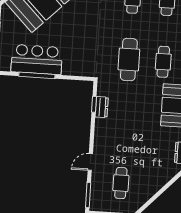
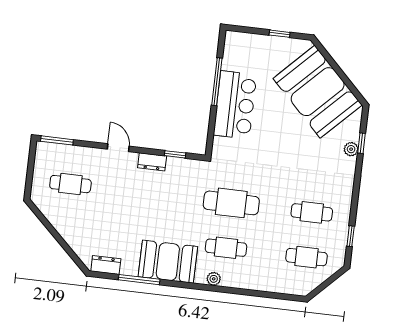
bar counter: (37, 59) -> (235, 105), moved
dresser: (102, 107) -> (152, 162), moved
door: (90, 162) -> (118, 148), moved

